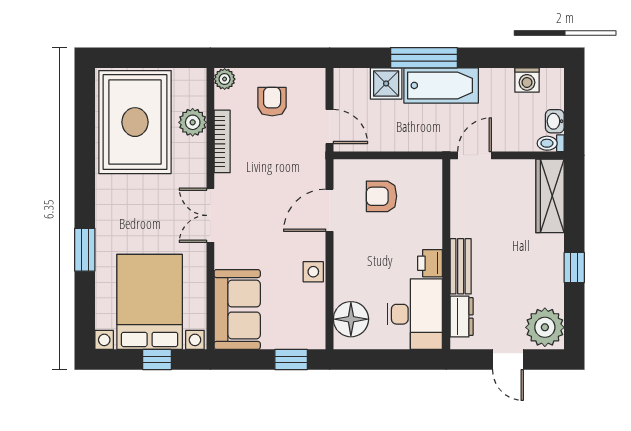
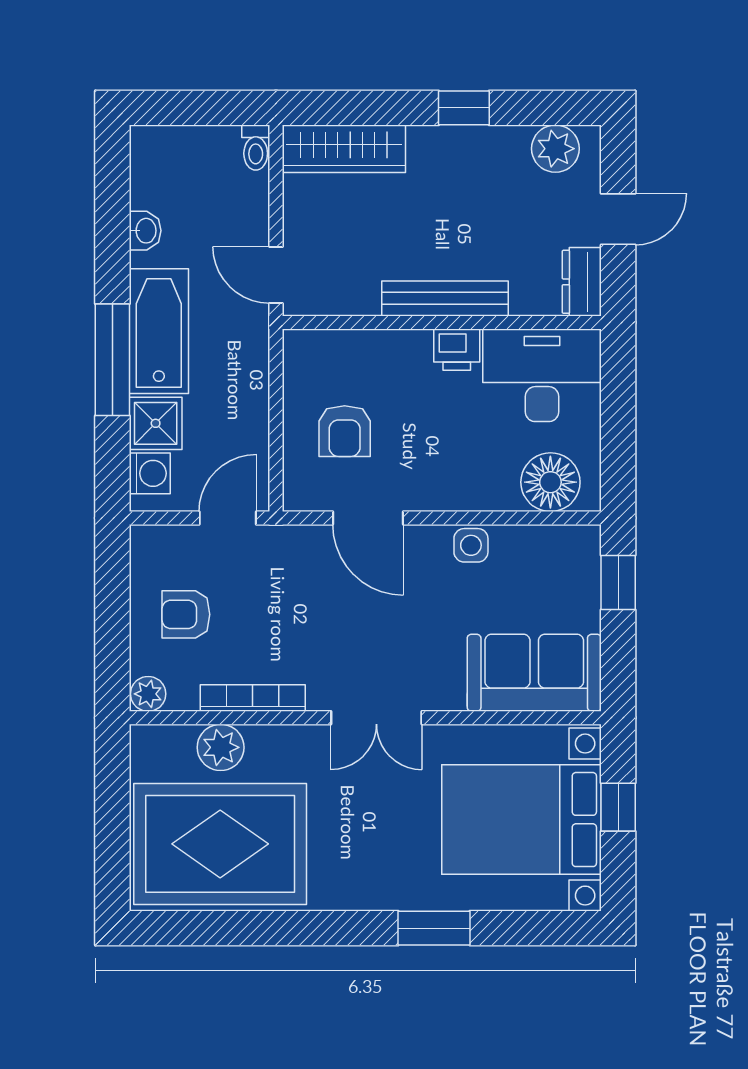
washing machine: (527, 80) -> (150, 473), moved
washbasin: (555, 121) -> (145, 231), moved, turned -90
bench: (461, 266) -> (445, 298), width x1.36
dresser: (462, 317) -> (582, 282), moved, turned -90
plant: (545, 327) -> (555, 149), width x0.73, depth x0.73

